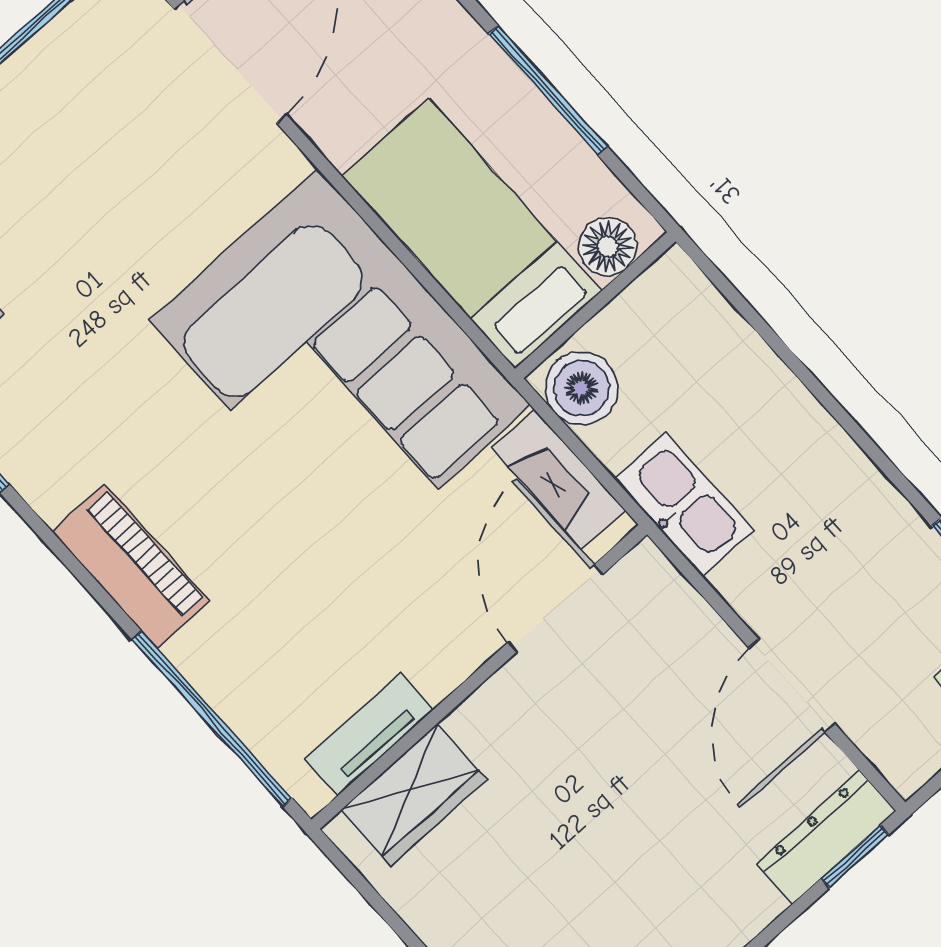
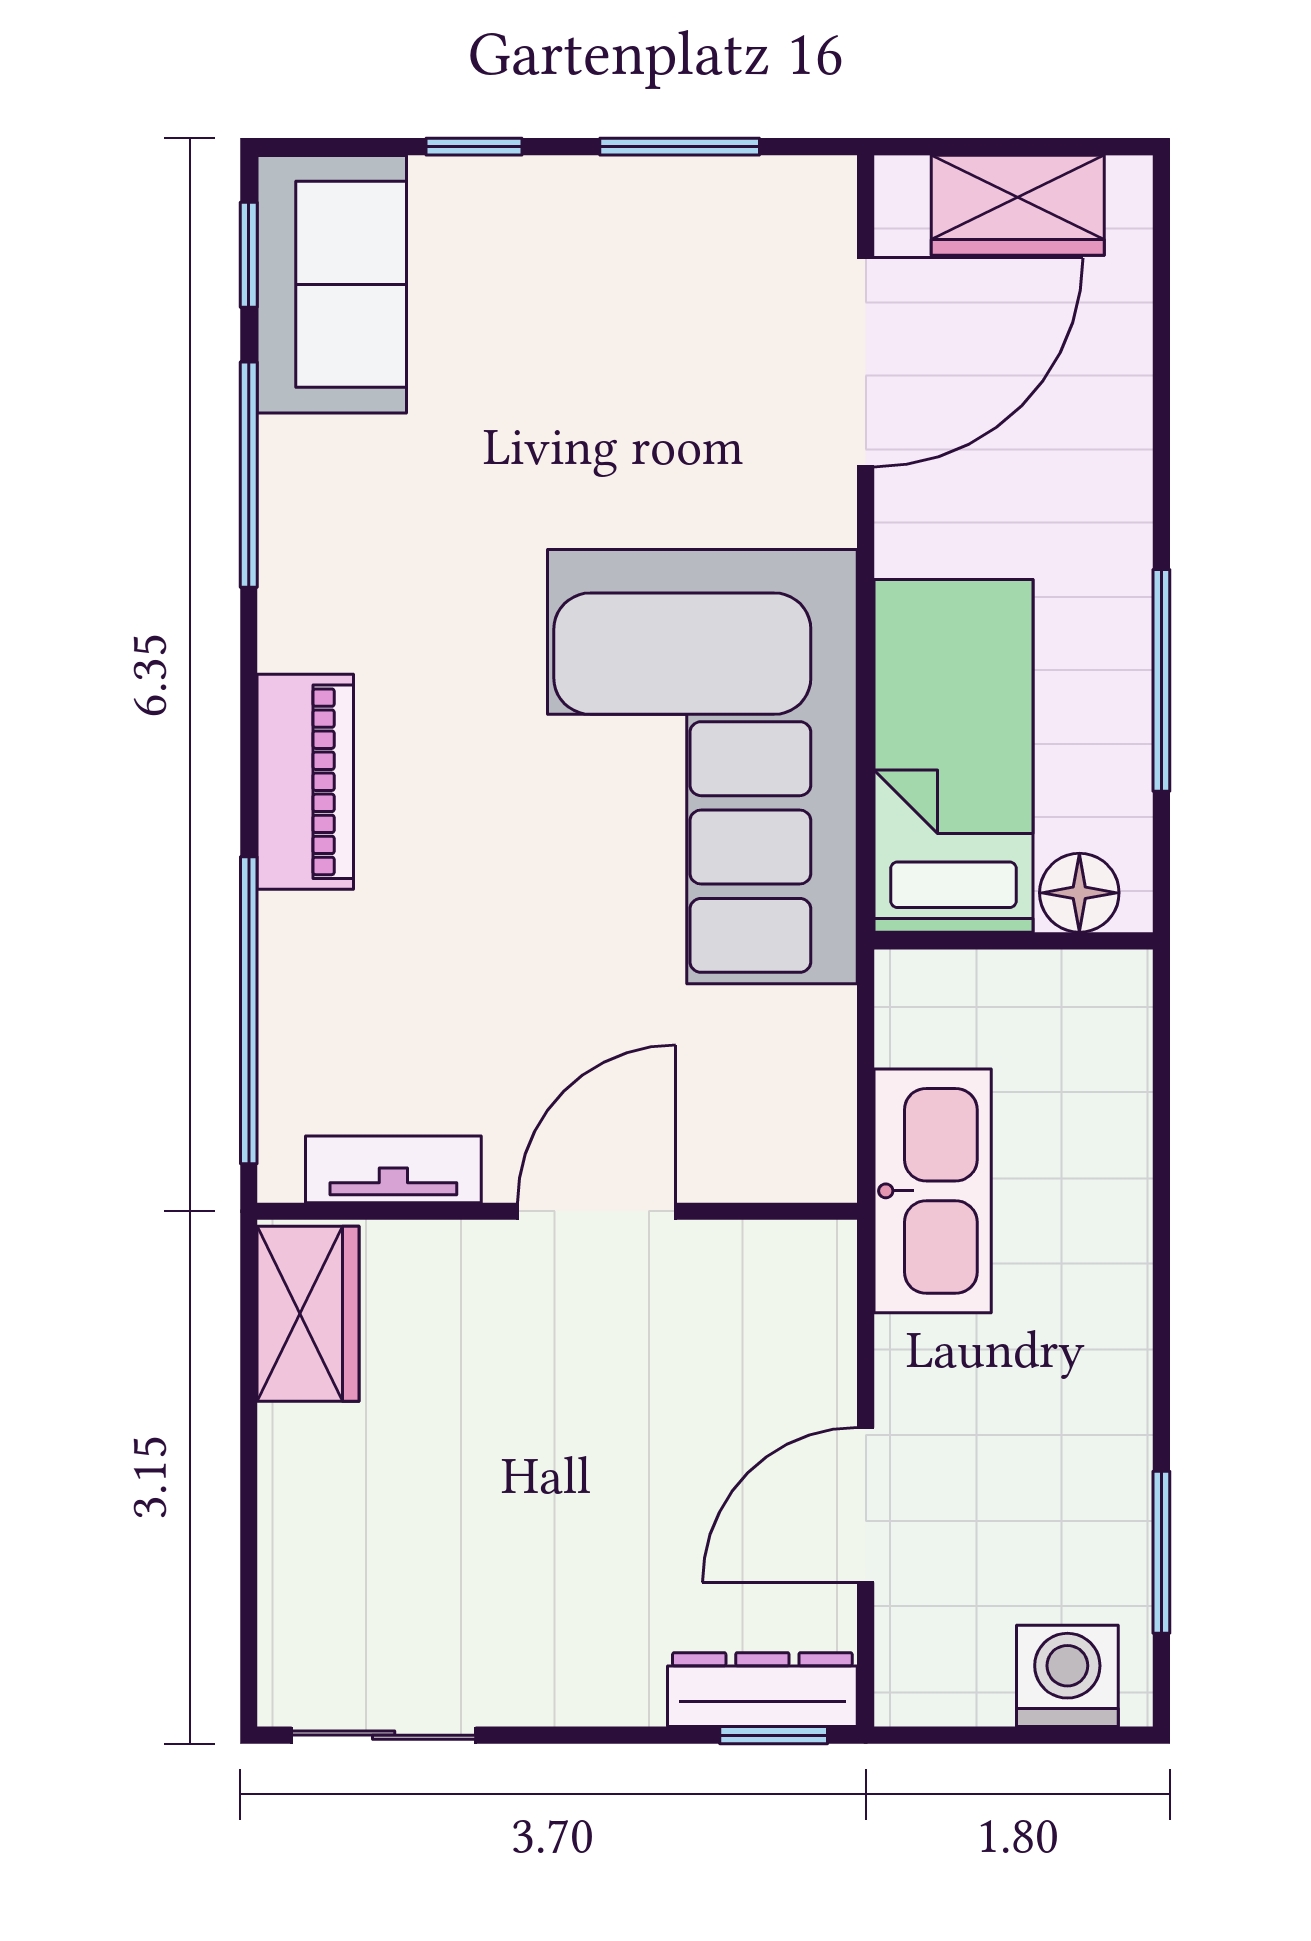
boiler: (581, 388) -> (924, 1012), removed
fireplace: (558, 479) -> (818, 1083), removed
kitchen sink: (684, 505) -> (933, 1191), width x1.36, depth x1.24
door: (555, 608) -> (597, 1211), moved
wardrobe: (414, 794) -> (308, 1314), moved, turned -90

